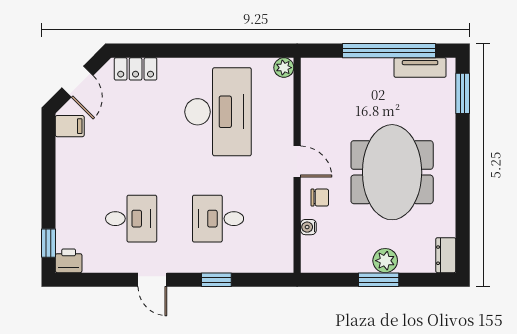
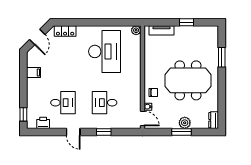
window: (389, 51) -> (187, 22), width x0.32
tv unit: (420, 68) -> (161, 30), moved
window: (463, 93) -> (222, 57), moved
filing cabinet: (70, 126) -> (34, 73), moved
door: (297, 162) -> (143, 119), moved
meeting table: (392, 172) -> (188, 80), turned 90
printer: (69, 261) -> (43, 123), moved

